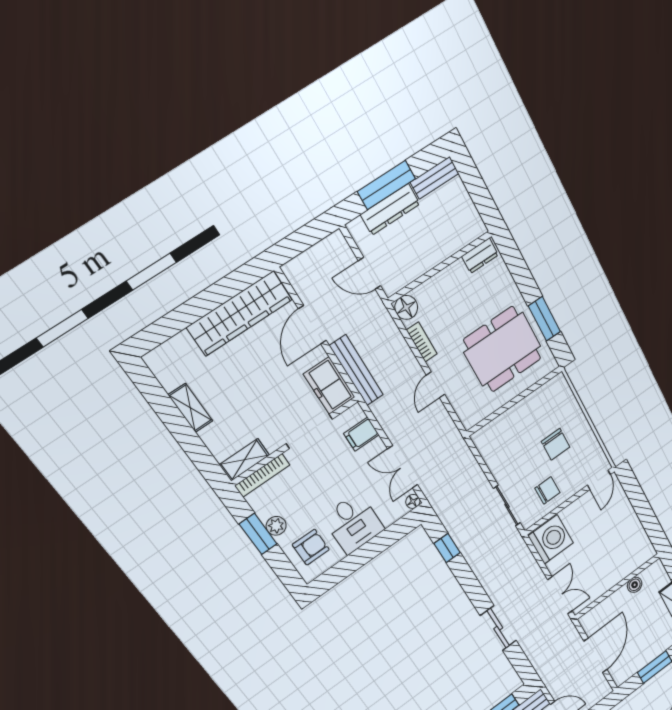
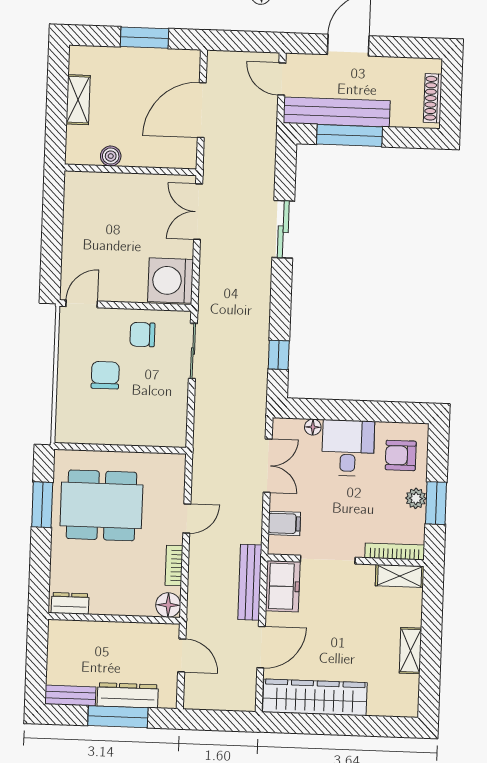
floor lamp: (413, 501) -> (313, 427), moved

